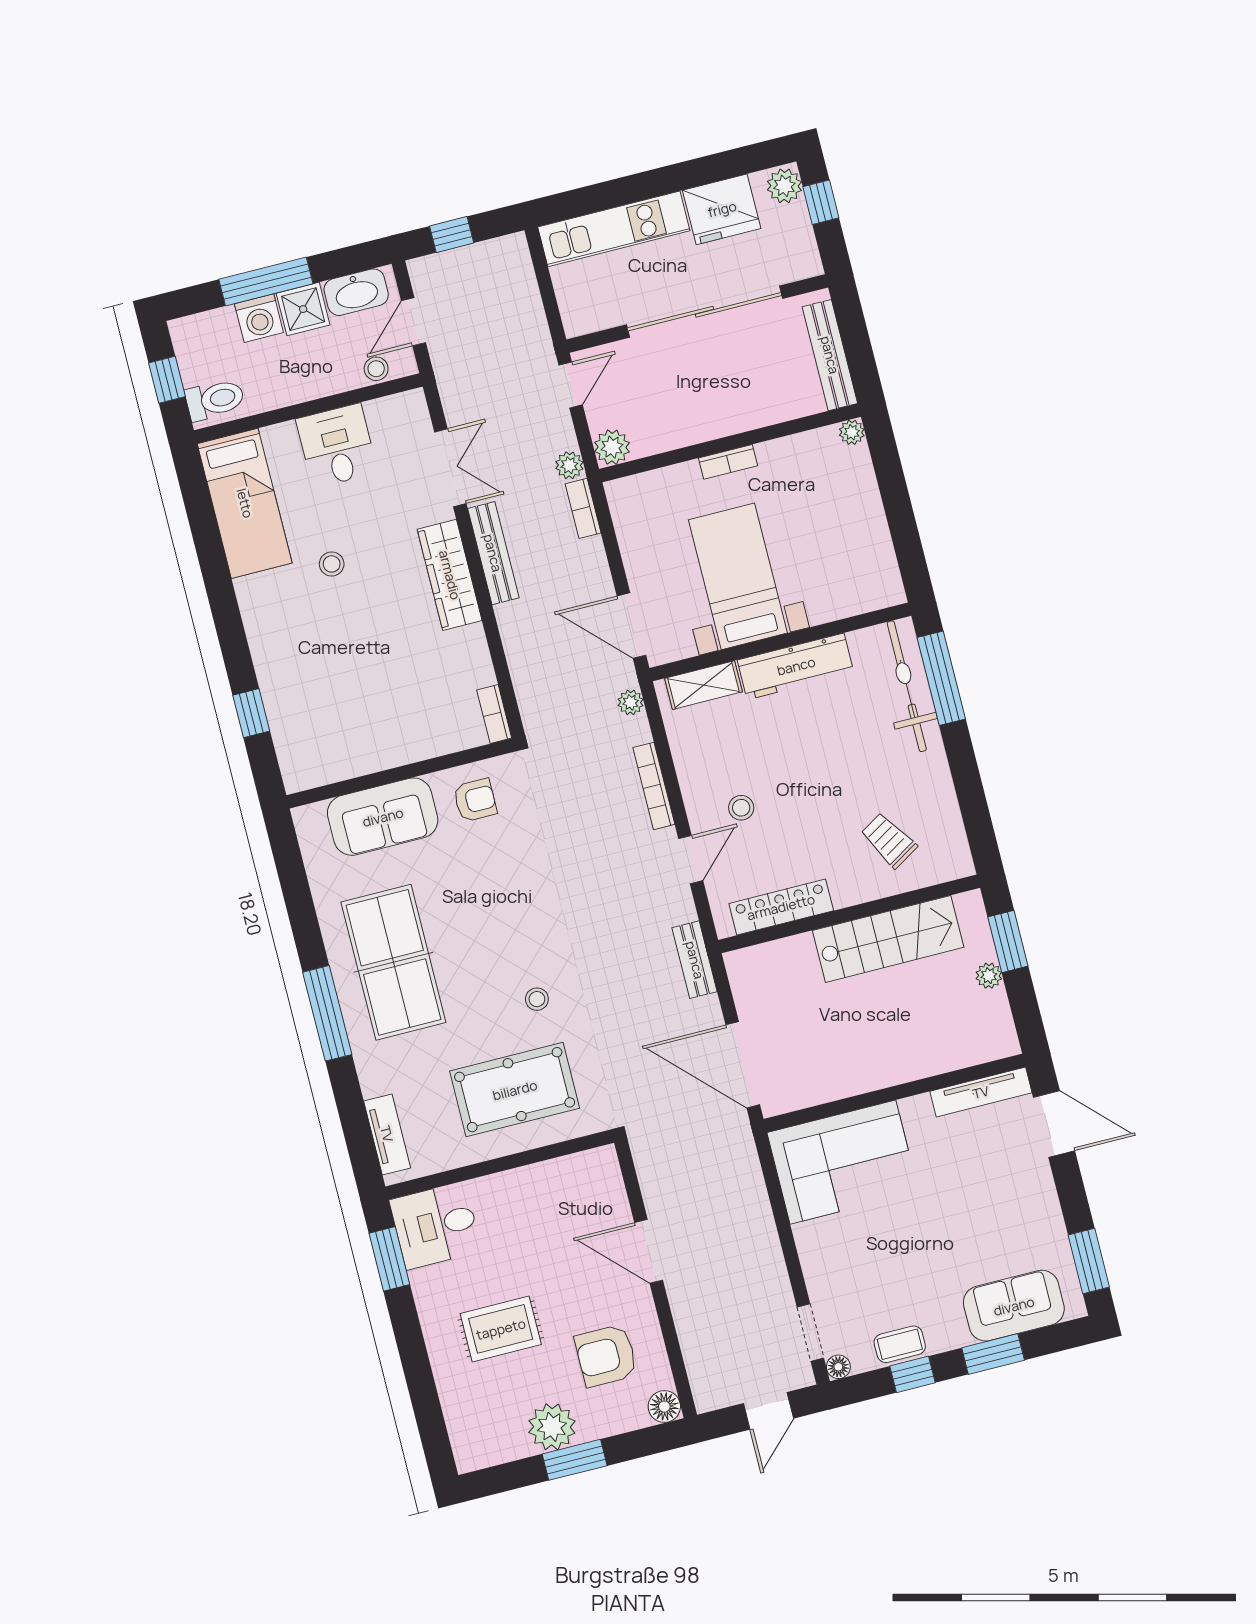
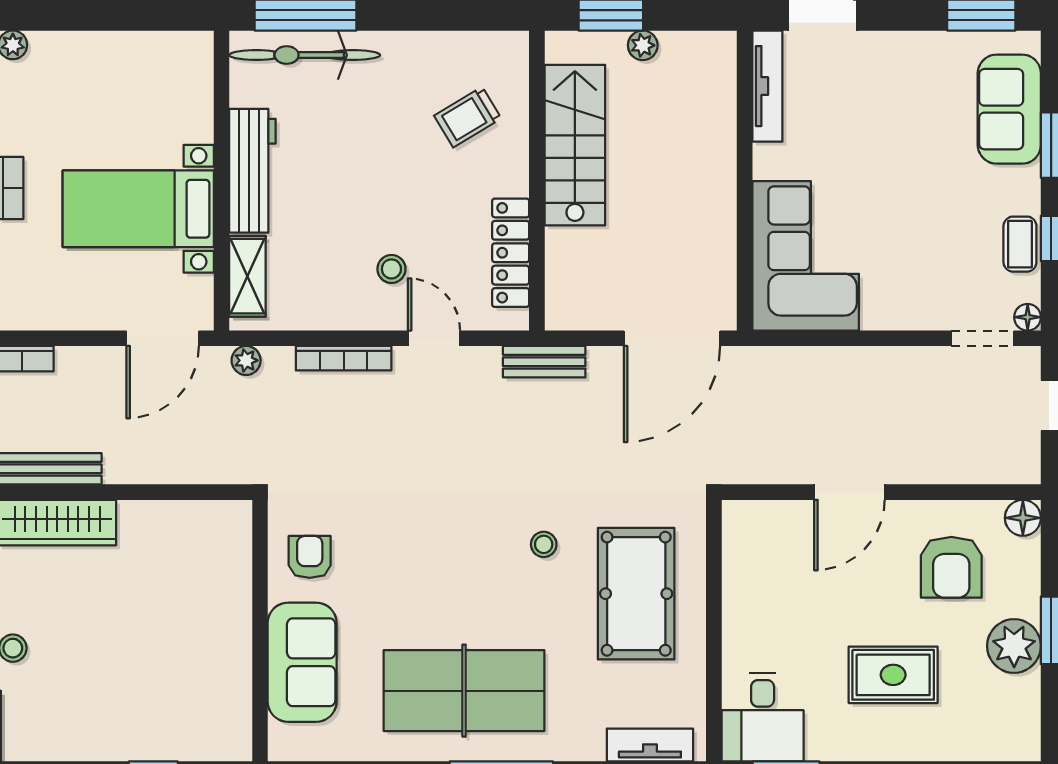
bookcase: (494, 714) -> (221, 512), removed
rug: (501, 1329) -> (893, 675), turned 90

